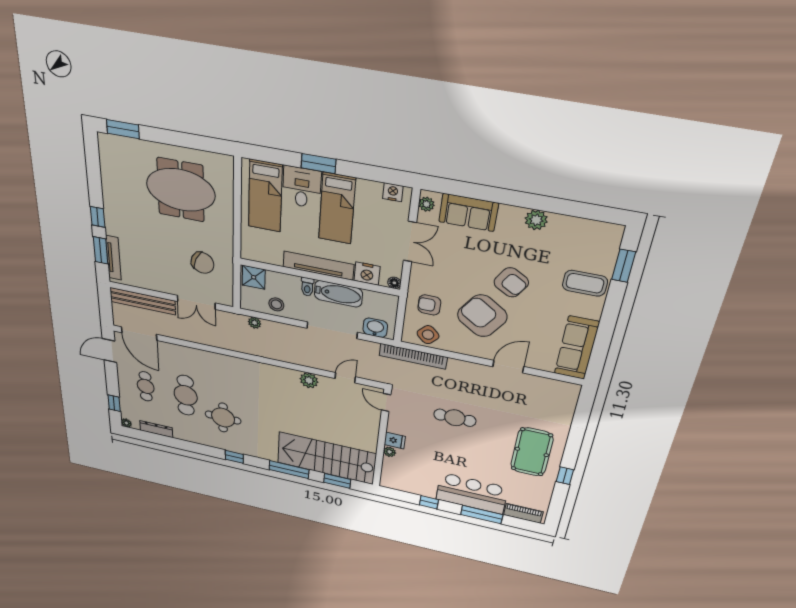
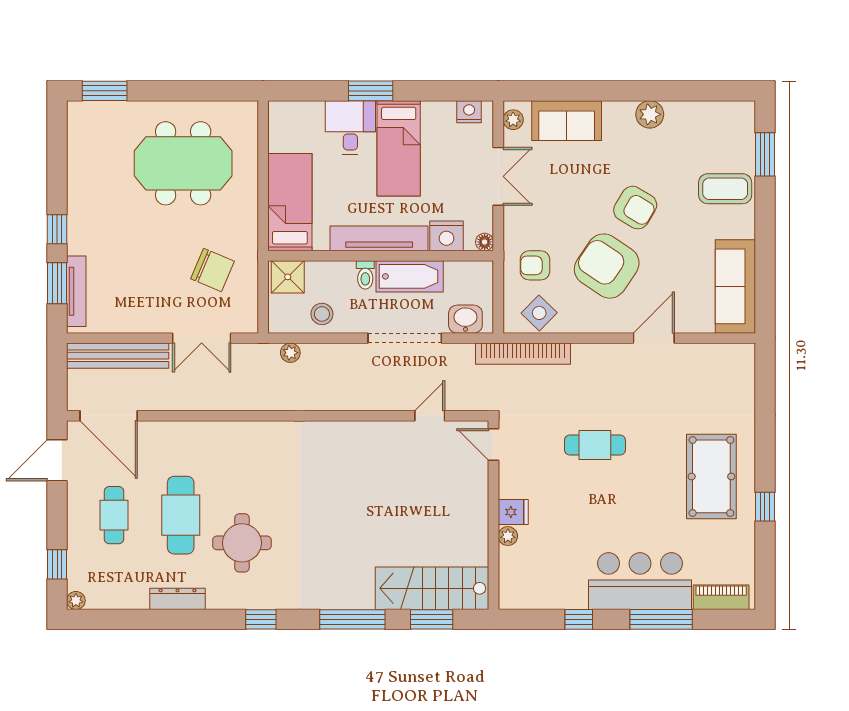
bed: (265, 196) -> (290, 202), moved, turned 180
plant: (309, 380) -> (376, 435), removed
dresser: (156, 429) -> (178, 599), moved
stairs: (326, 458) -> (432, 588), width x0.73, depth x0.66

